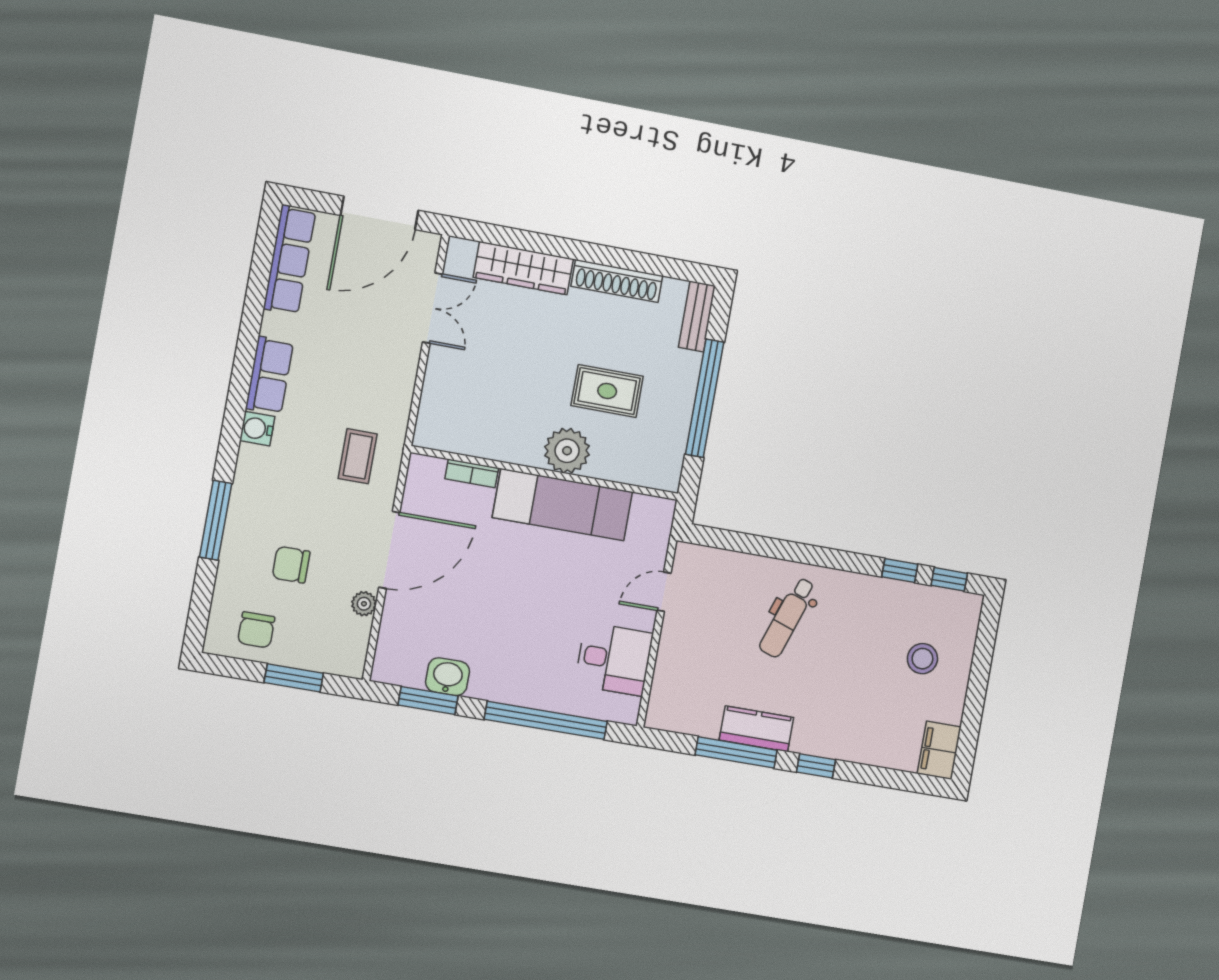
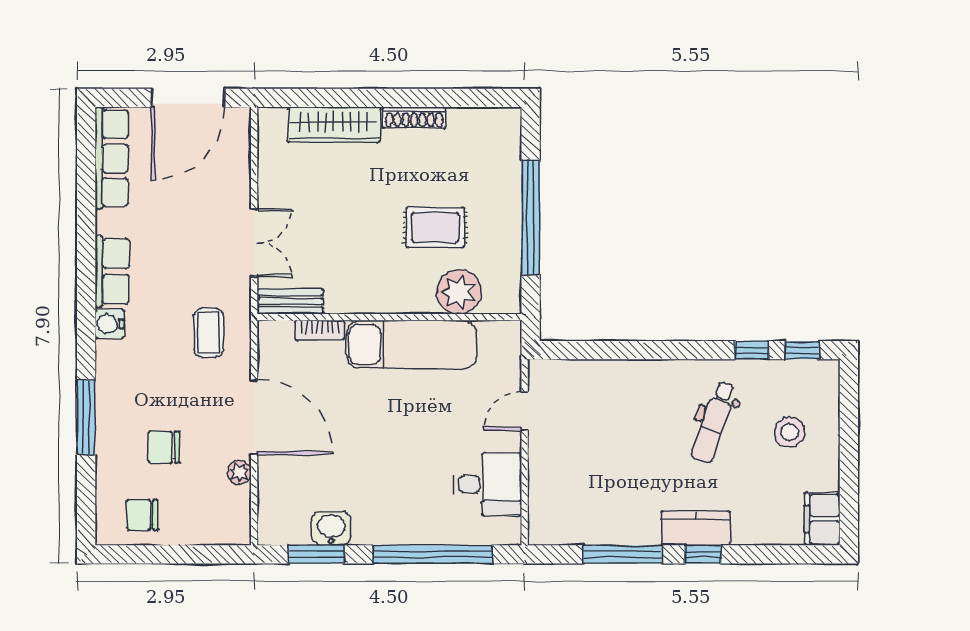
shoe rack: (617, 281) -> (414, 118), width x0.74, depth x0.81
double door: (433, 308) -> (254, 243), moved
bench: (697, 316) -> (290, 301), moved, turned 90
plant: (567, 451) -> (459, 292), moved
door: (389, 550) -> (254, 417), hinge flipped
dental chair: (787, 618) -> (714, 422), moved
chair: (256, 630) -> (142, 515), turned 90
window: (294, 678) -> (186, 554), removed
kitchen counter: (756, 729) -> (695, 528), moved

